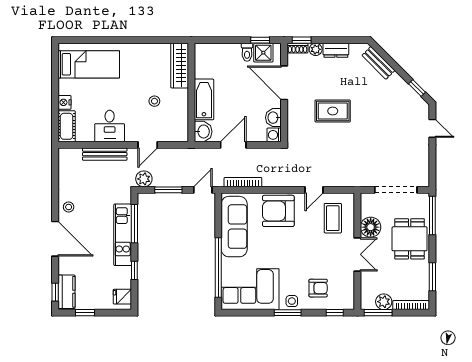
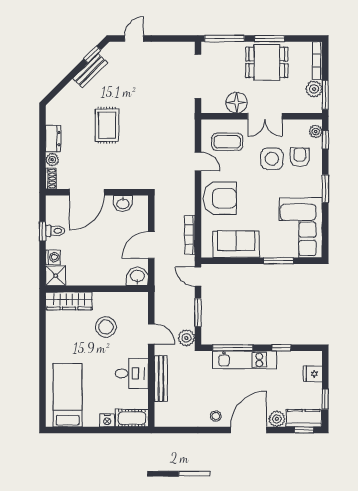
window: (260, 40) -> (43, 231), moved
window: (302, 40) -> (43, 174), removed
shower: (263, 53) -> (56, 276), moved
bench: (378, 63) -> (90, 70), moved
bathtub: (204, 99) -> (104, 276), removed
stool: (154, 101) -> (106, 327), width x1.89, depth x1.89
rug: (333, 111) -> (107, 125), moved
washing machine: (274, 135) -> (53, 257), moved, turned -90
door: (233, 145) -> (151, 245), hinge flipped
armchair: (278, 211) -> (220, 198), turned -90
sofa: (234, 227) -> (236, 244), width x0.73
dining table: (410, 239) -> (267, 62), moved
double door: (357, 254) -> (265, 116), swing flipped
plant: (66, 266) -> (277, 419), added
window: (218, 268) -> (278, 261), width x0.47
window: (432, 277) -> (270, 39), moved
fridge: (122, 297) -> (313, 374), moved, turned 90
side table: (292, 301) -> (272, 159), moved, width x1.87, depth x1.87
plant: (343, 303) -> (316, 131), added

